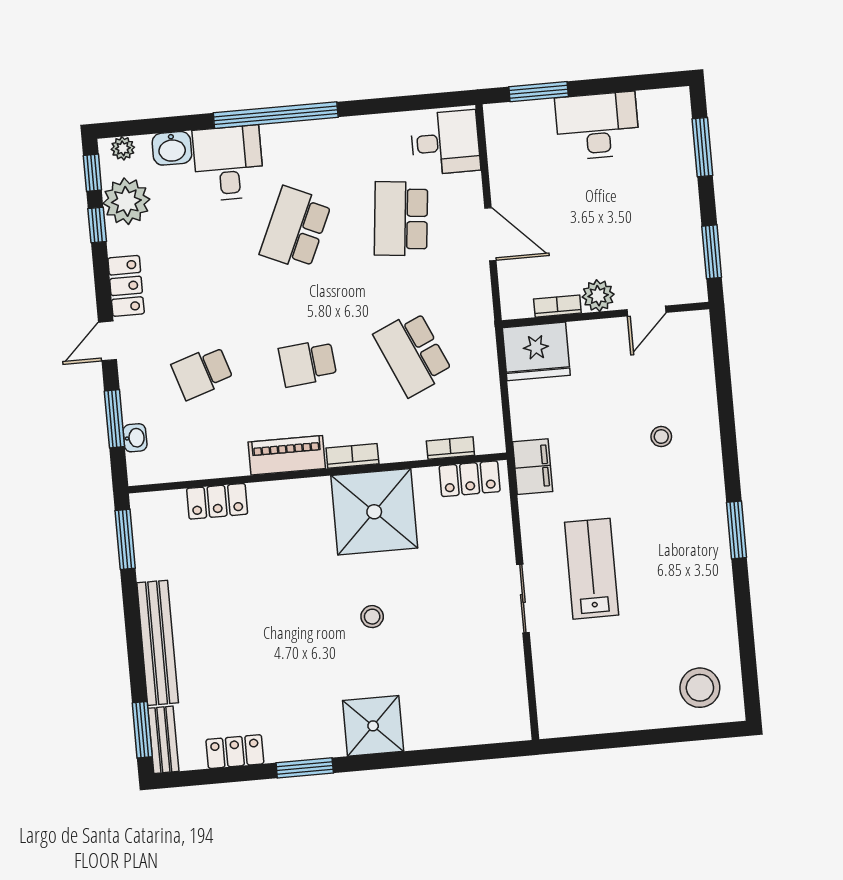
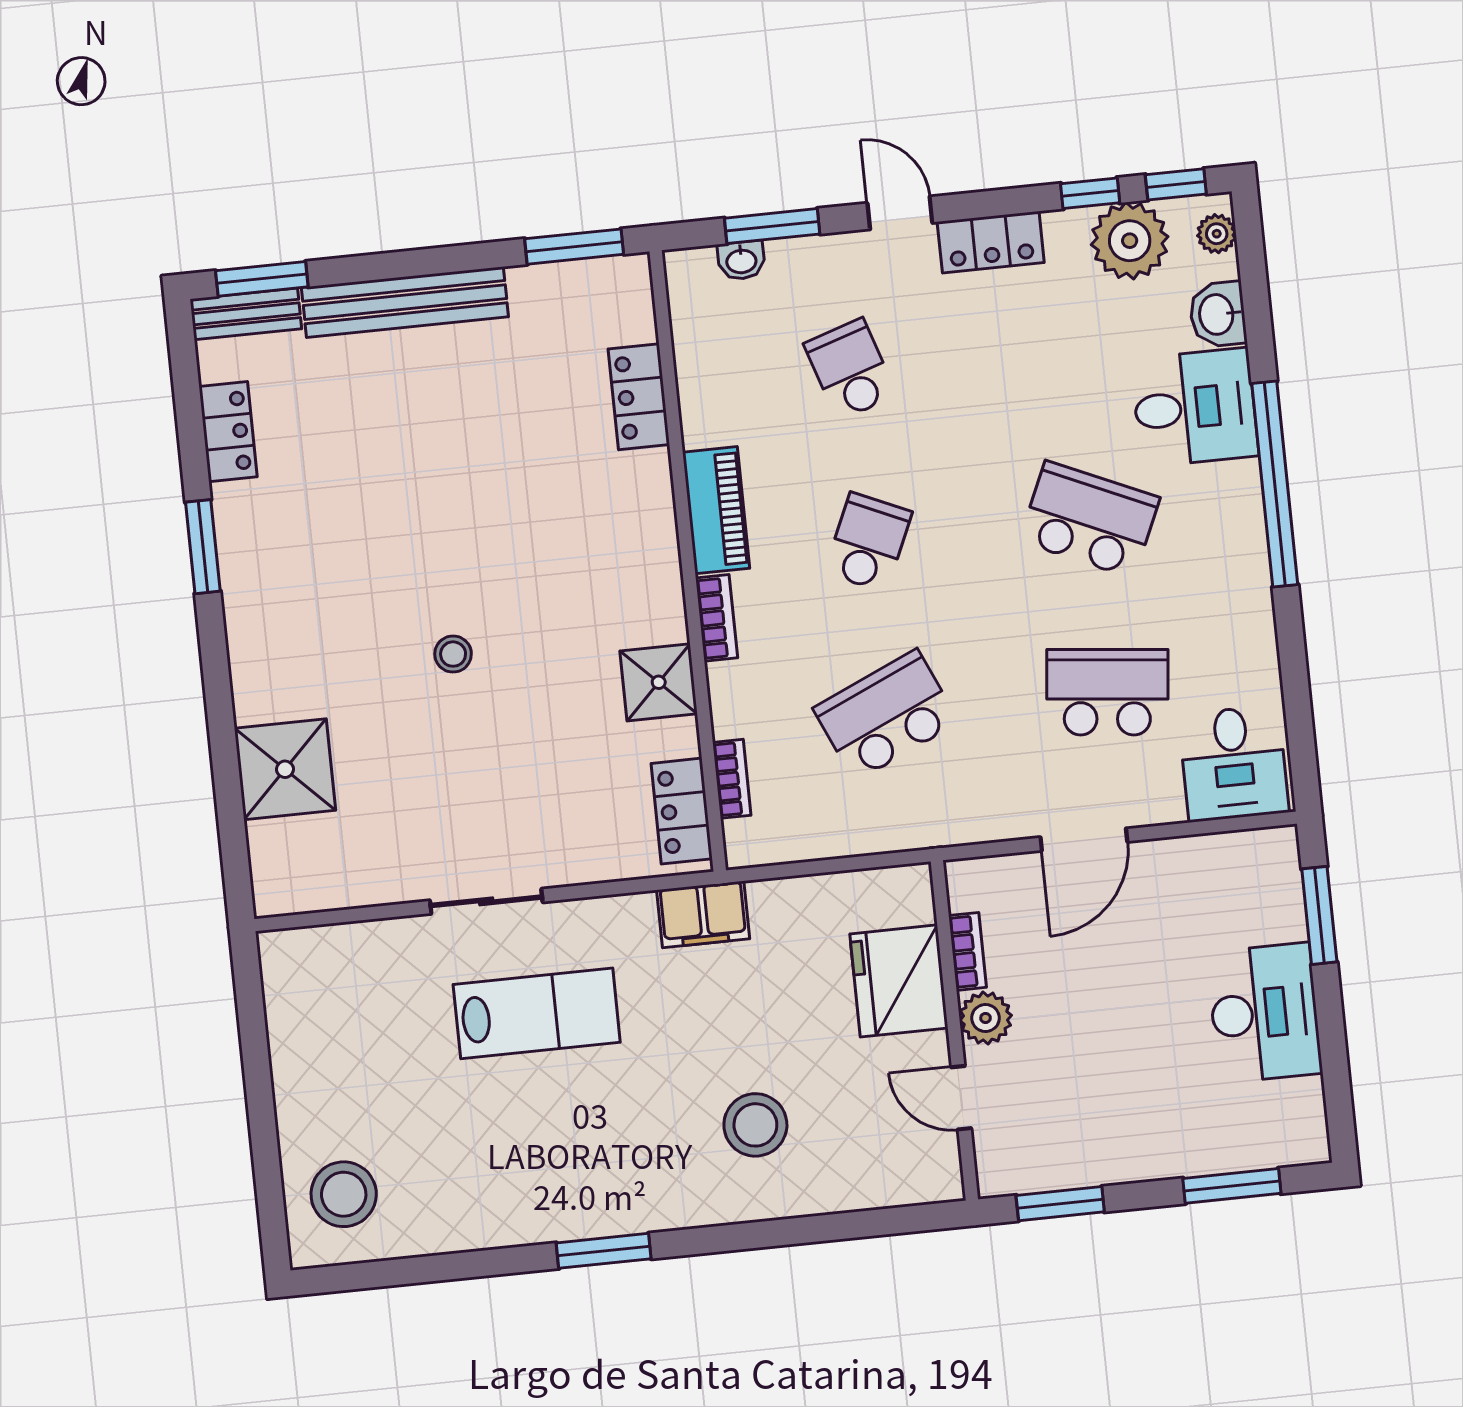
fridge: (536, 351) -> (899, 981), moved
school desk: (308, 363) -> (868, 542), turned 30
stool: (661, 437) -> (755, 1125), width x1.89, depth x1.89
shower: (374, 512) -> (659, 682), width x0.54, depth x0.54
shower: (373, 726) -> (285, 769), moved

